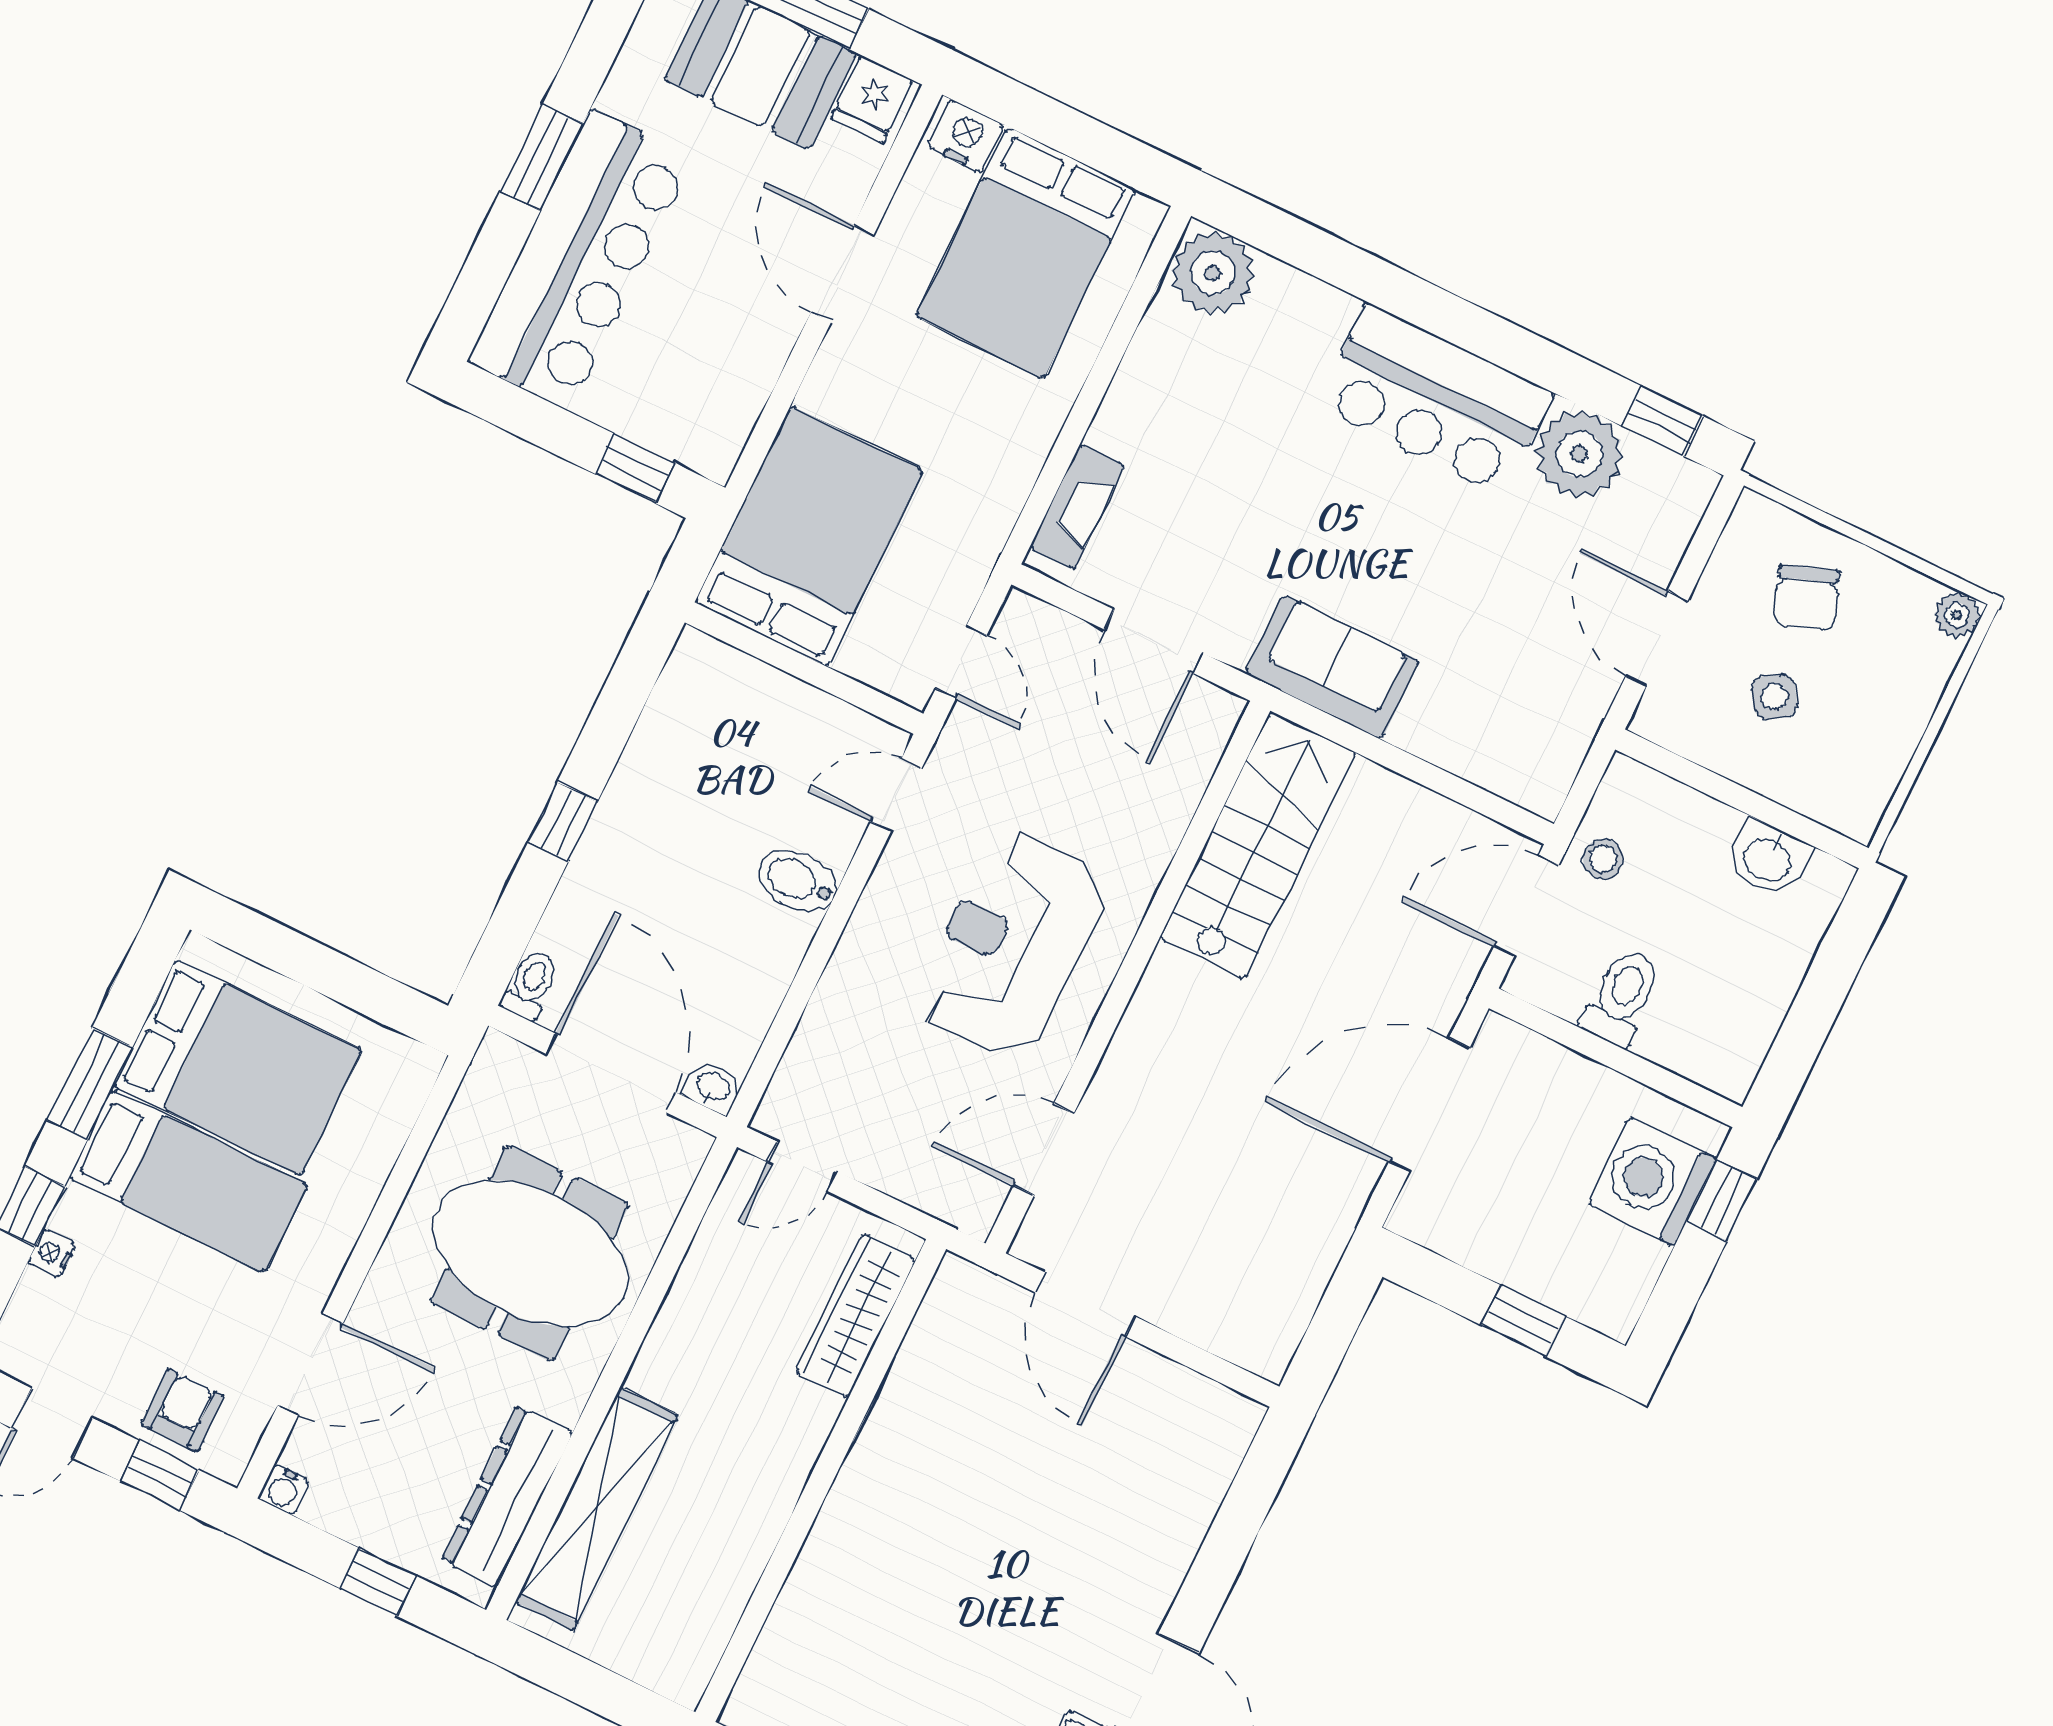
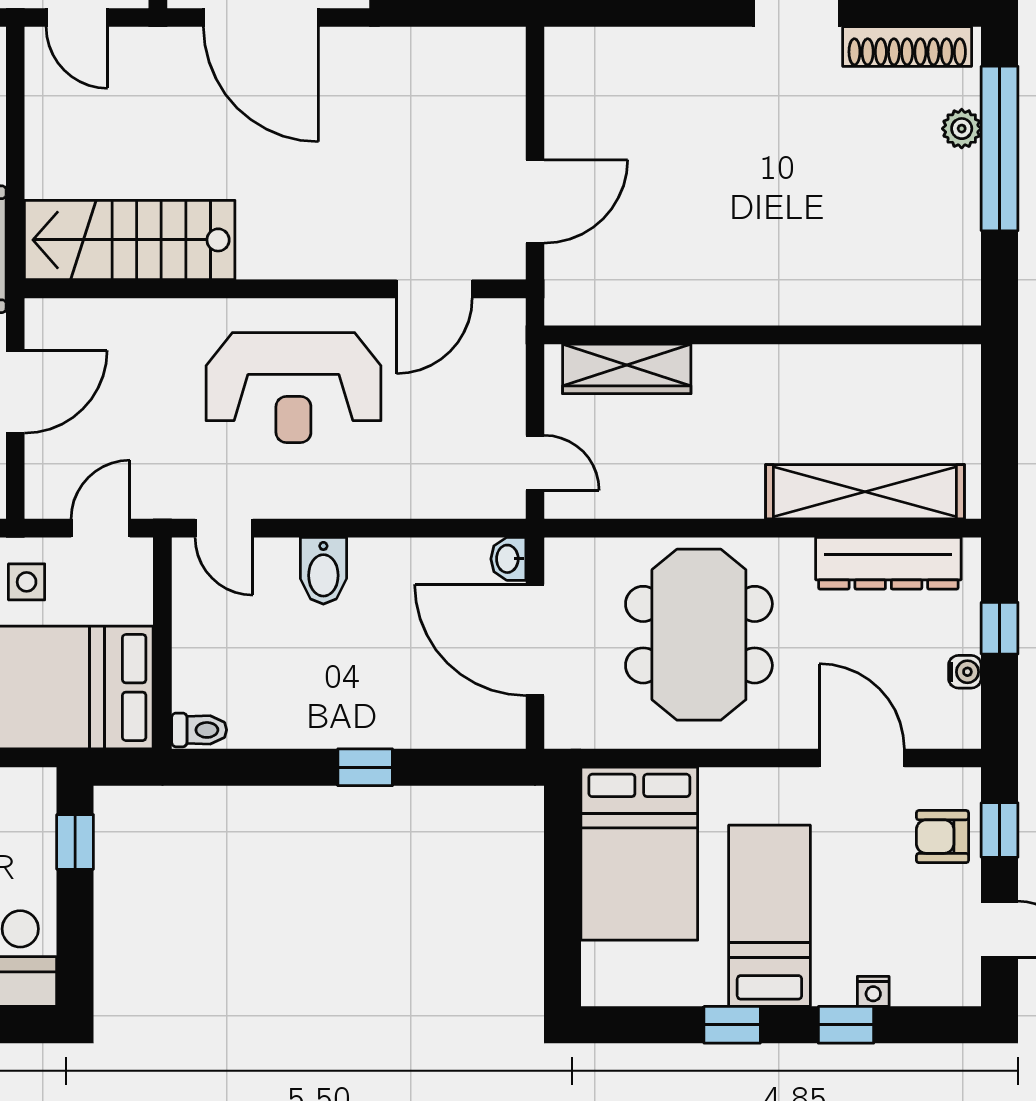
side table: (942, 553) -> (27, 582), added
door: (1526, 906) -> (77, 18), width x0.73
toilet: (531, 985) -> (199, 730), moved, turned 180
bed: (238, 1068) -> (639, 854), moved, turned 180
door: (611, 1073) -> (535, 640), hinge flipped
window: (90, 1083) -> (732, 1025), width x0.67
door: (1044, 1149) -> (434, 289), hinge flipped
water cooler: (283, 1489) -> (965, 672), moved

